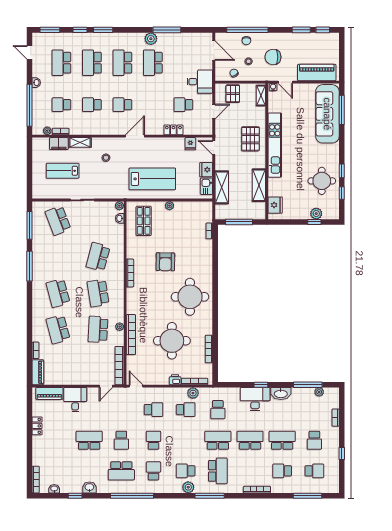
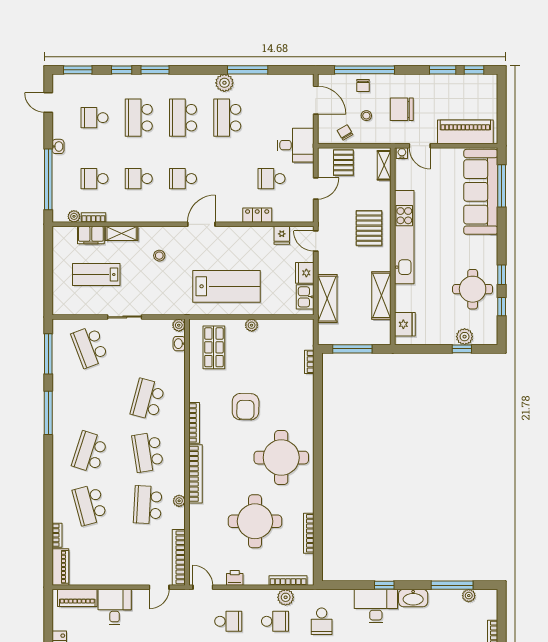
school desk: (61, 63) -> (95, 118), width x0.54
school desk: (58, 293) -> (90, 452), turned 33
bookcase: (131, 335) -> (195, 474), moved
printer: (175, 380) -> (235, 578), moved

